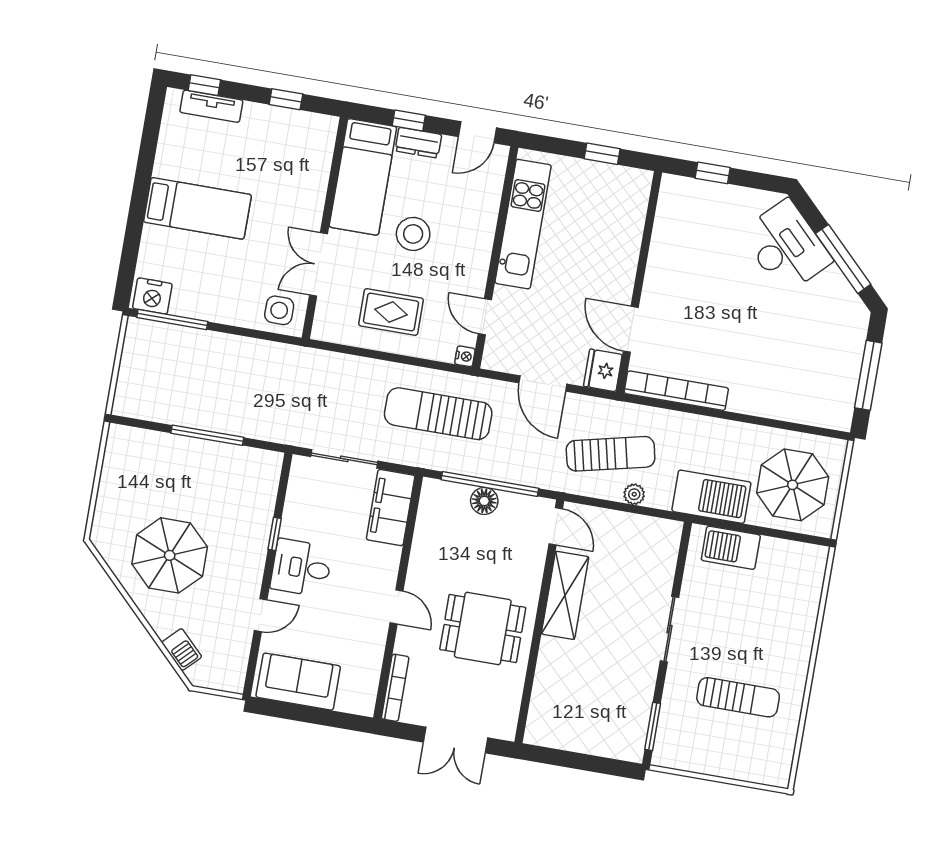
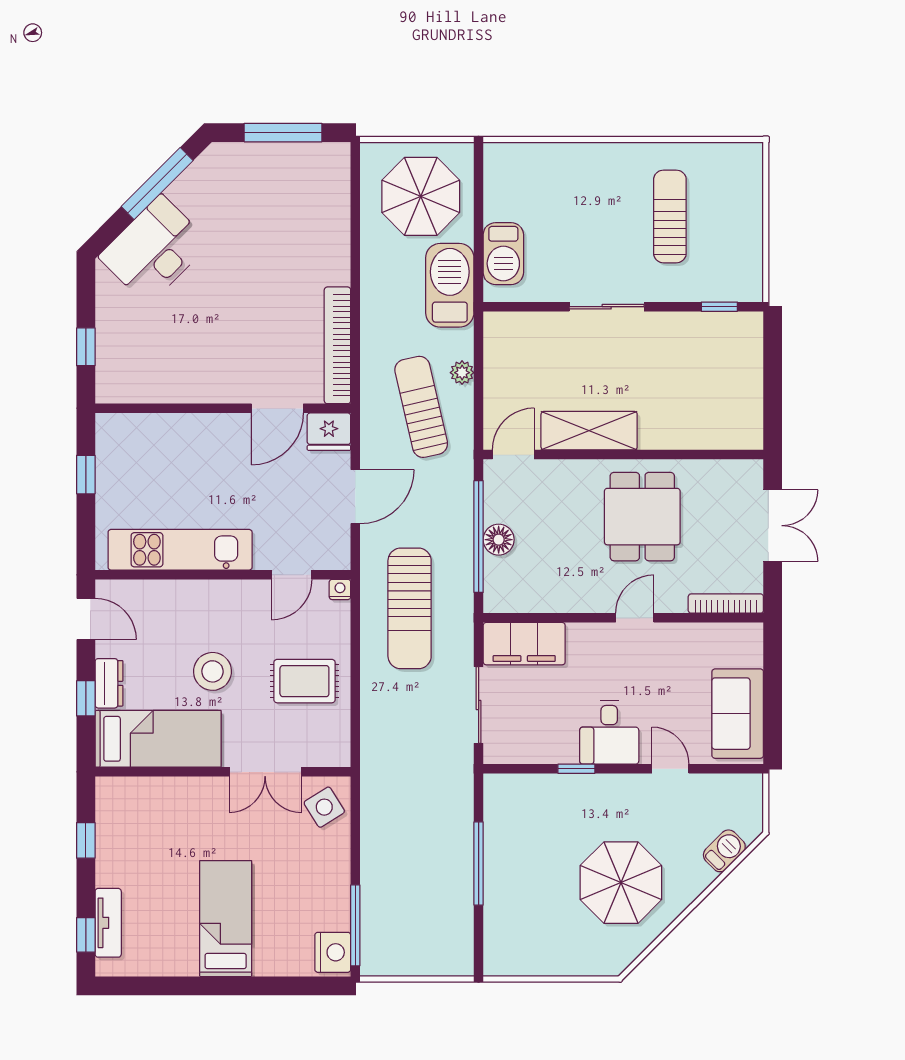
side table: (279, 310) -> (324, 807), turned -32
rug: (391, 312) -> (304, 681), turned 90
window: (653, 726) -> (719, 307), width x0.67

